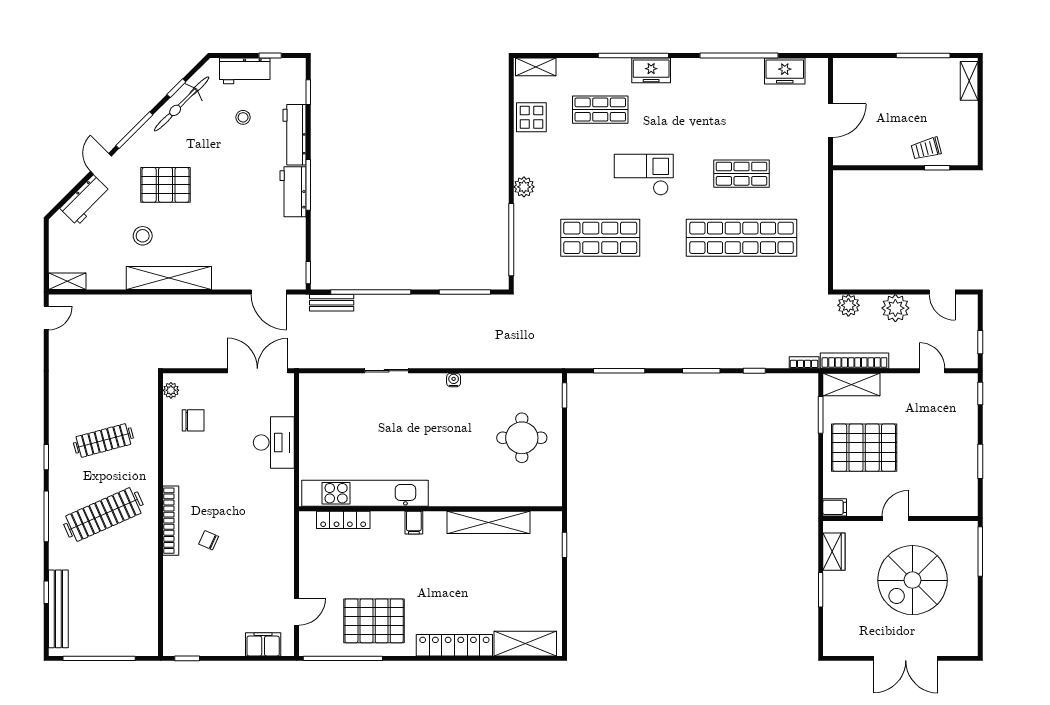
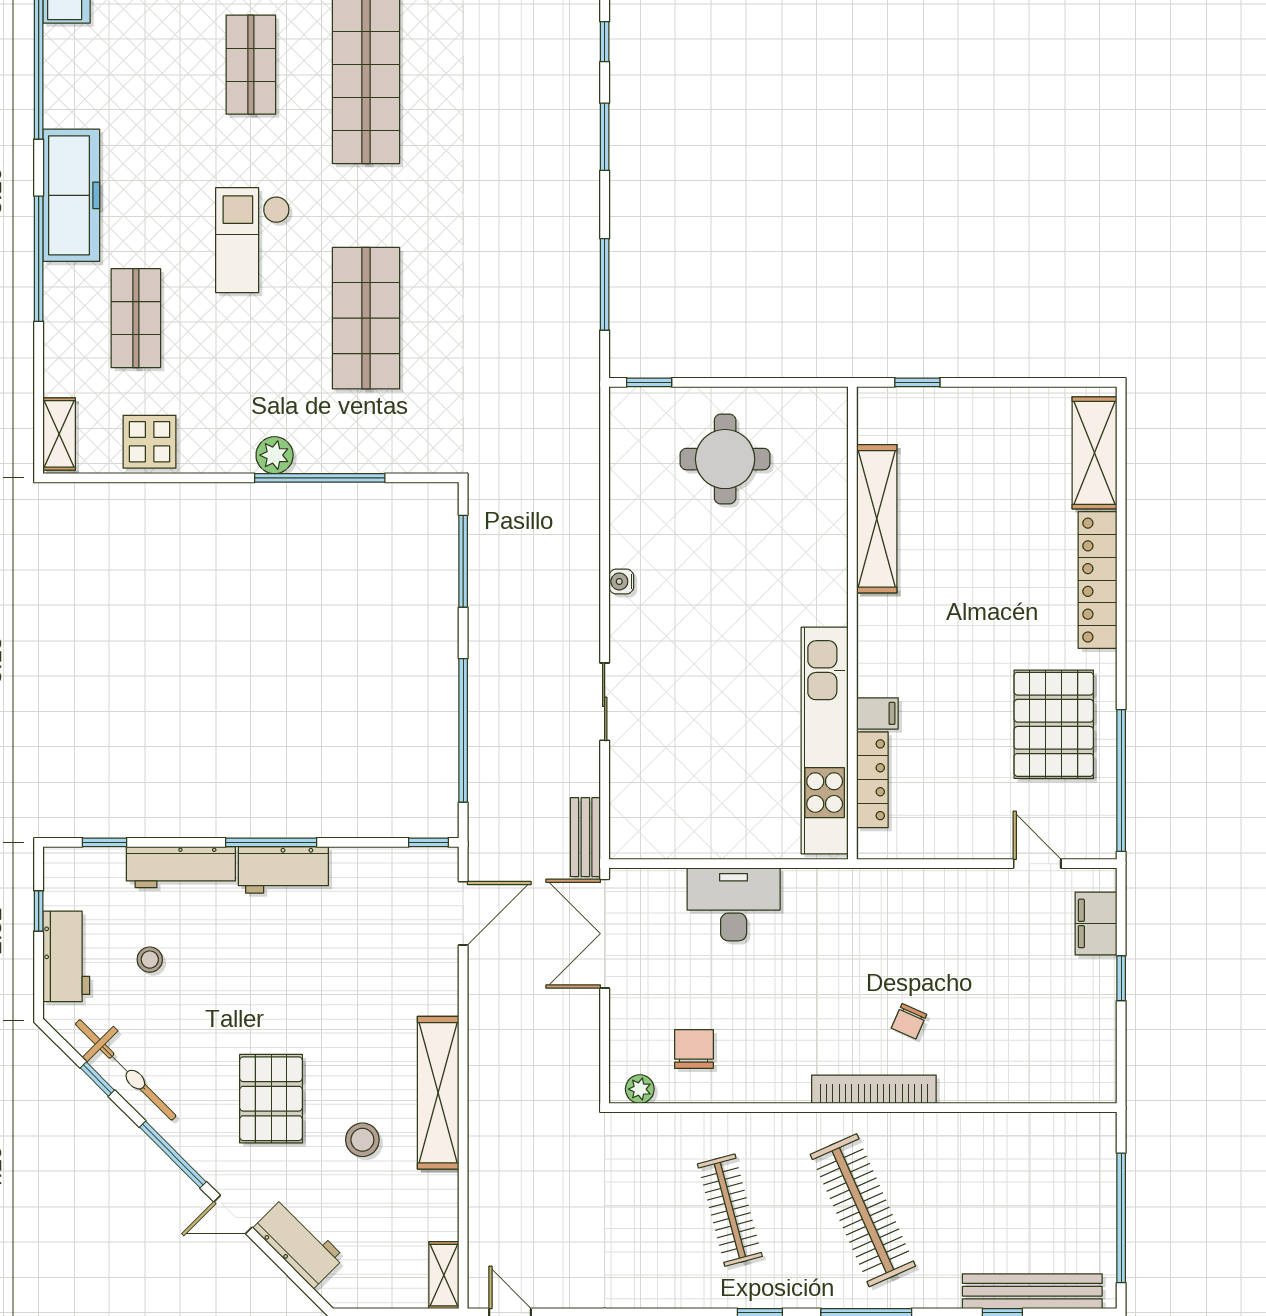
freezer: (651, 70) -> (71, 195), width x1.91, depth x1.26
window: (511, 240) -> (320, 478), moved
bench: (332, 303) -> (585, 837), moved
filing cabinet: (414, 523) -> (877, 713), moved
window: (187, 658) -> (1121, 978), moved

